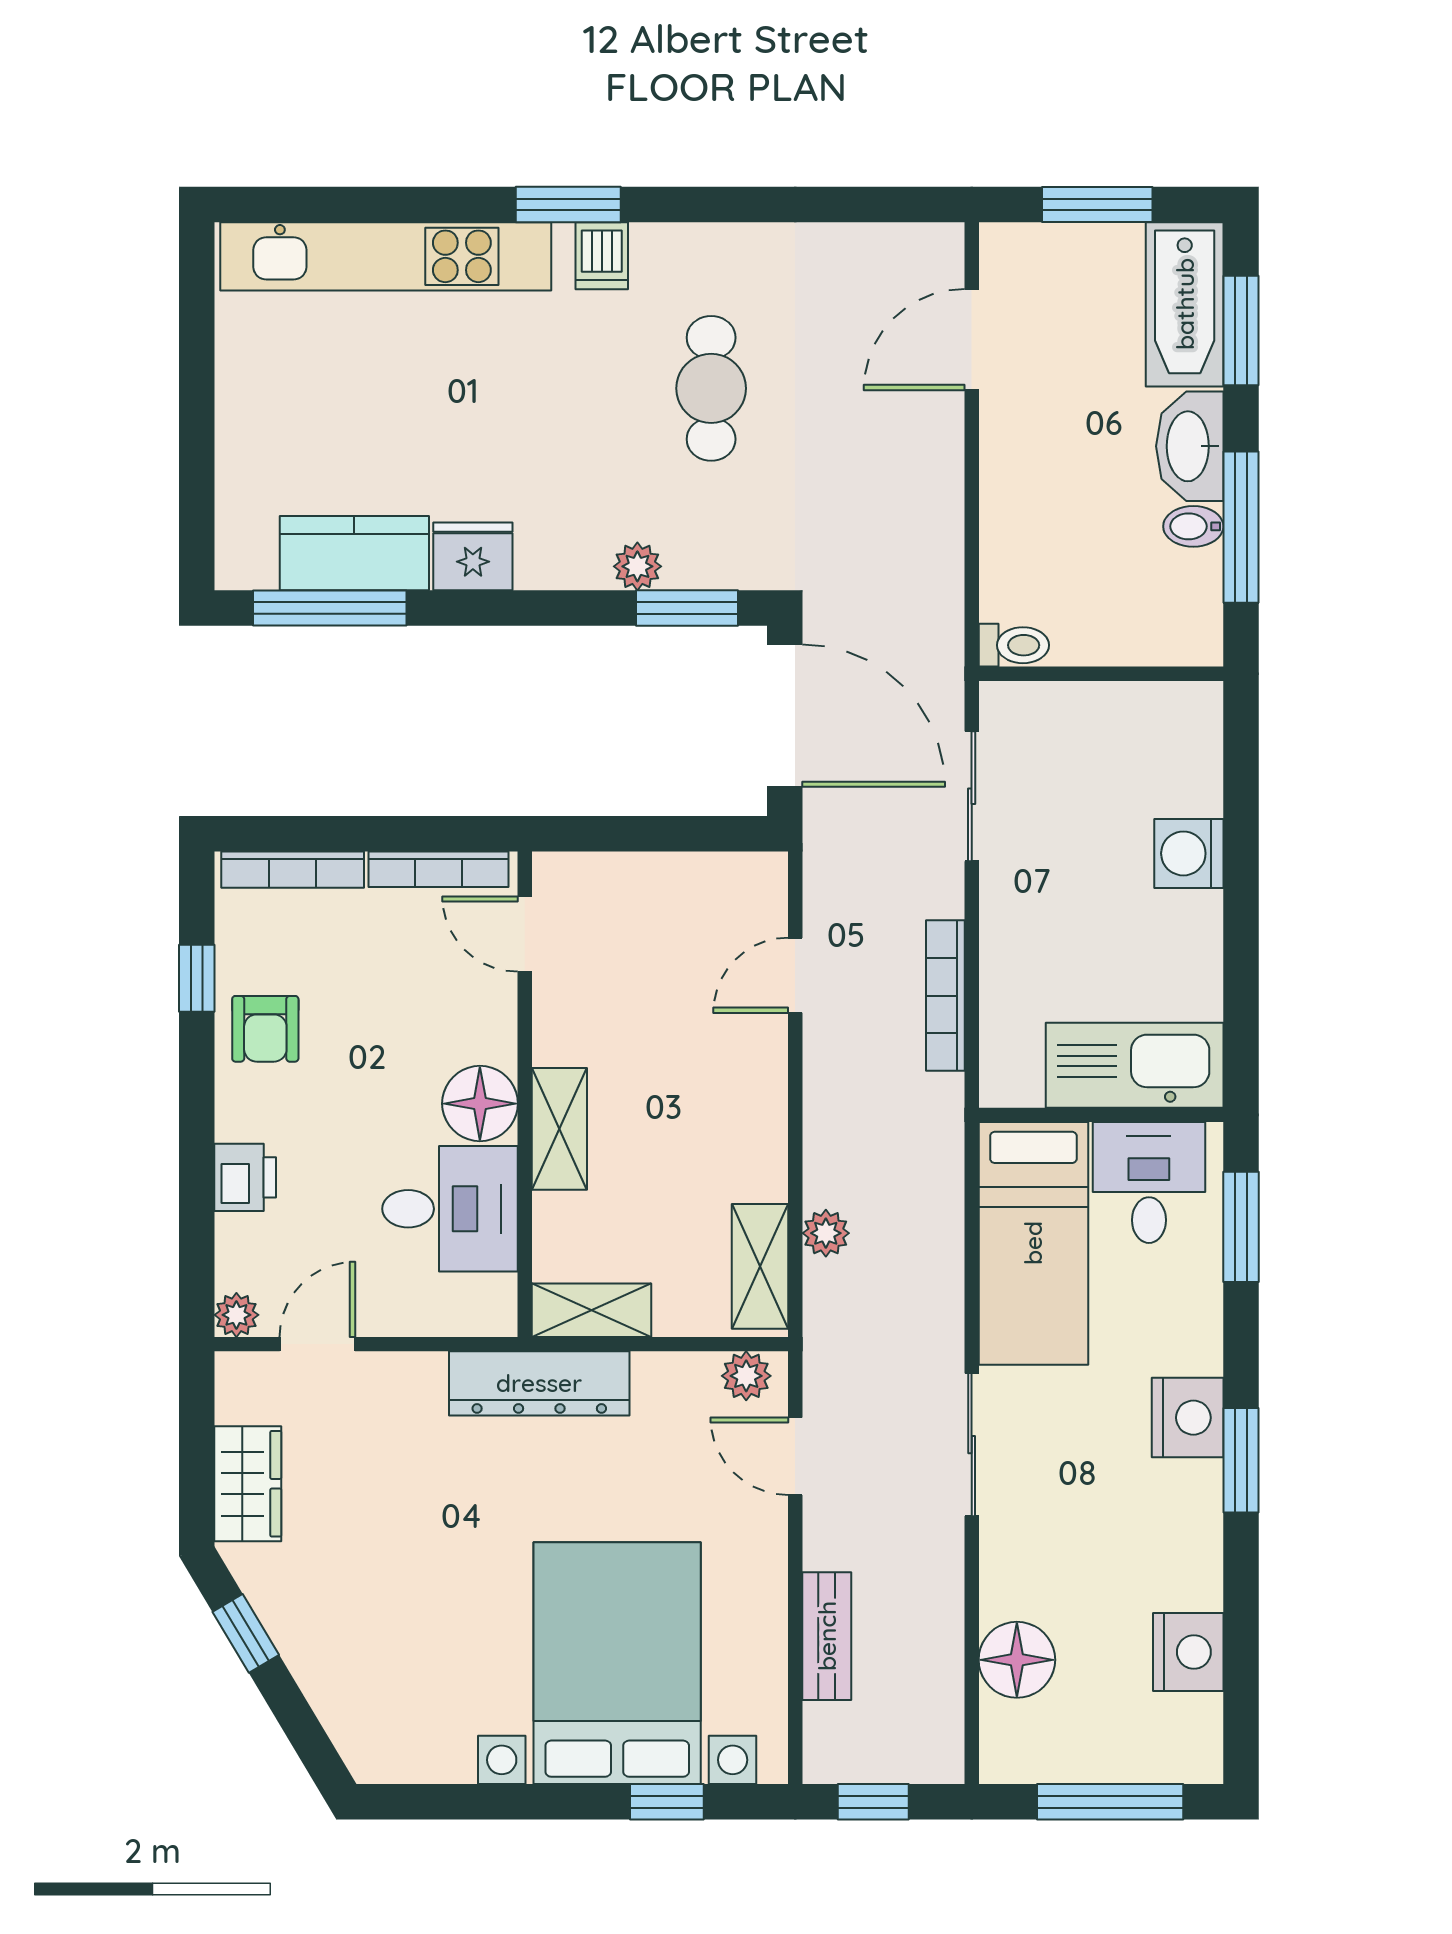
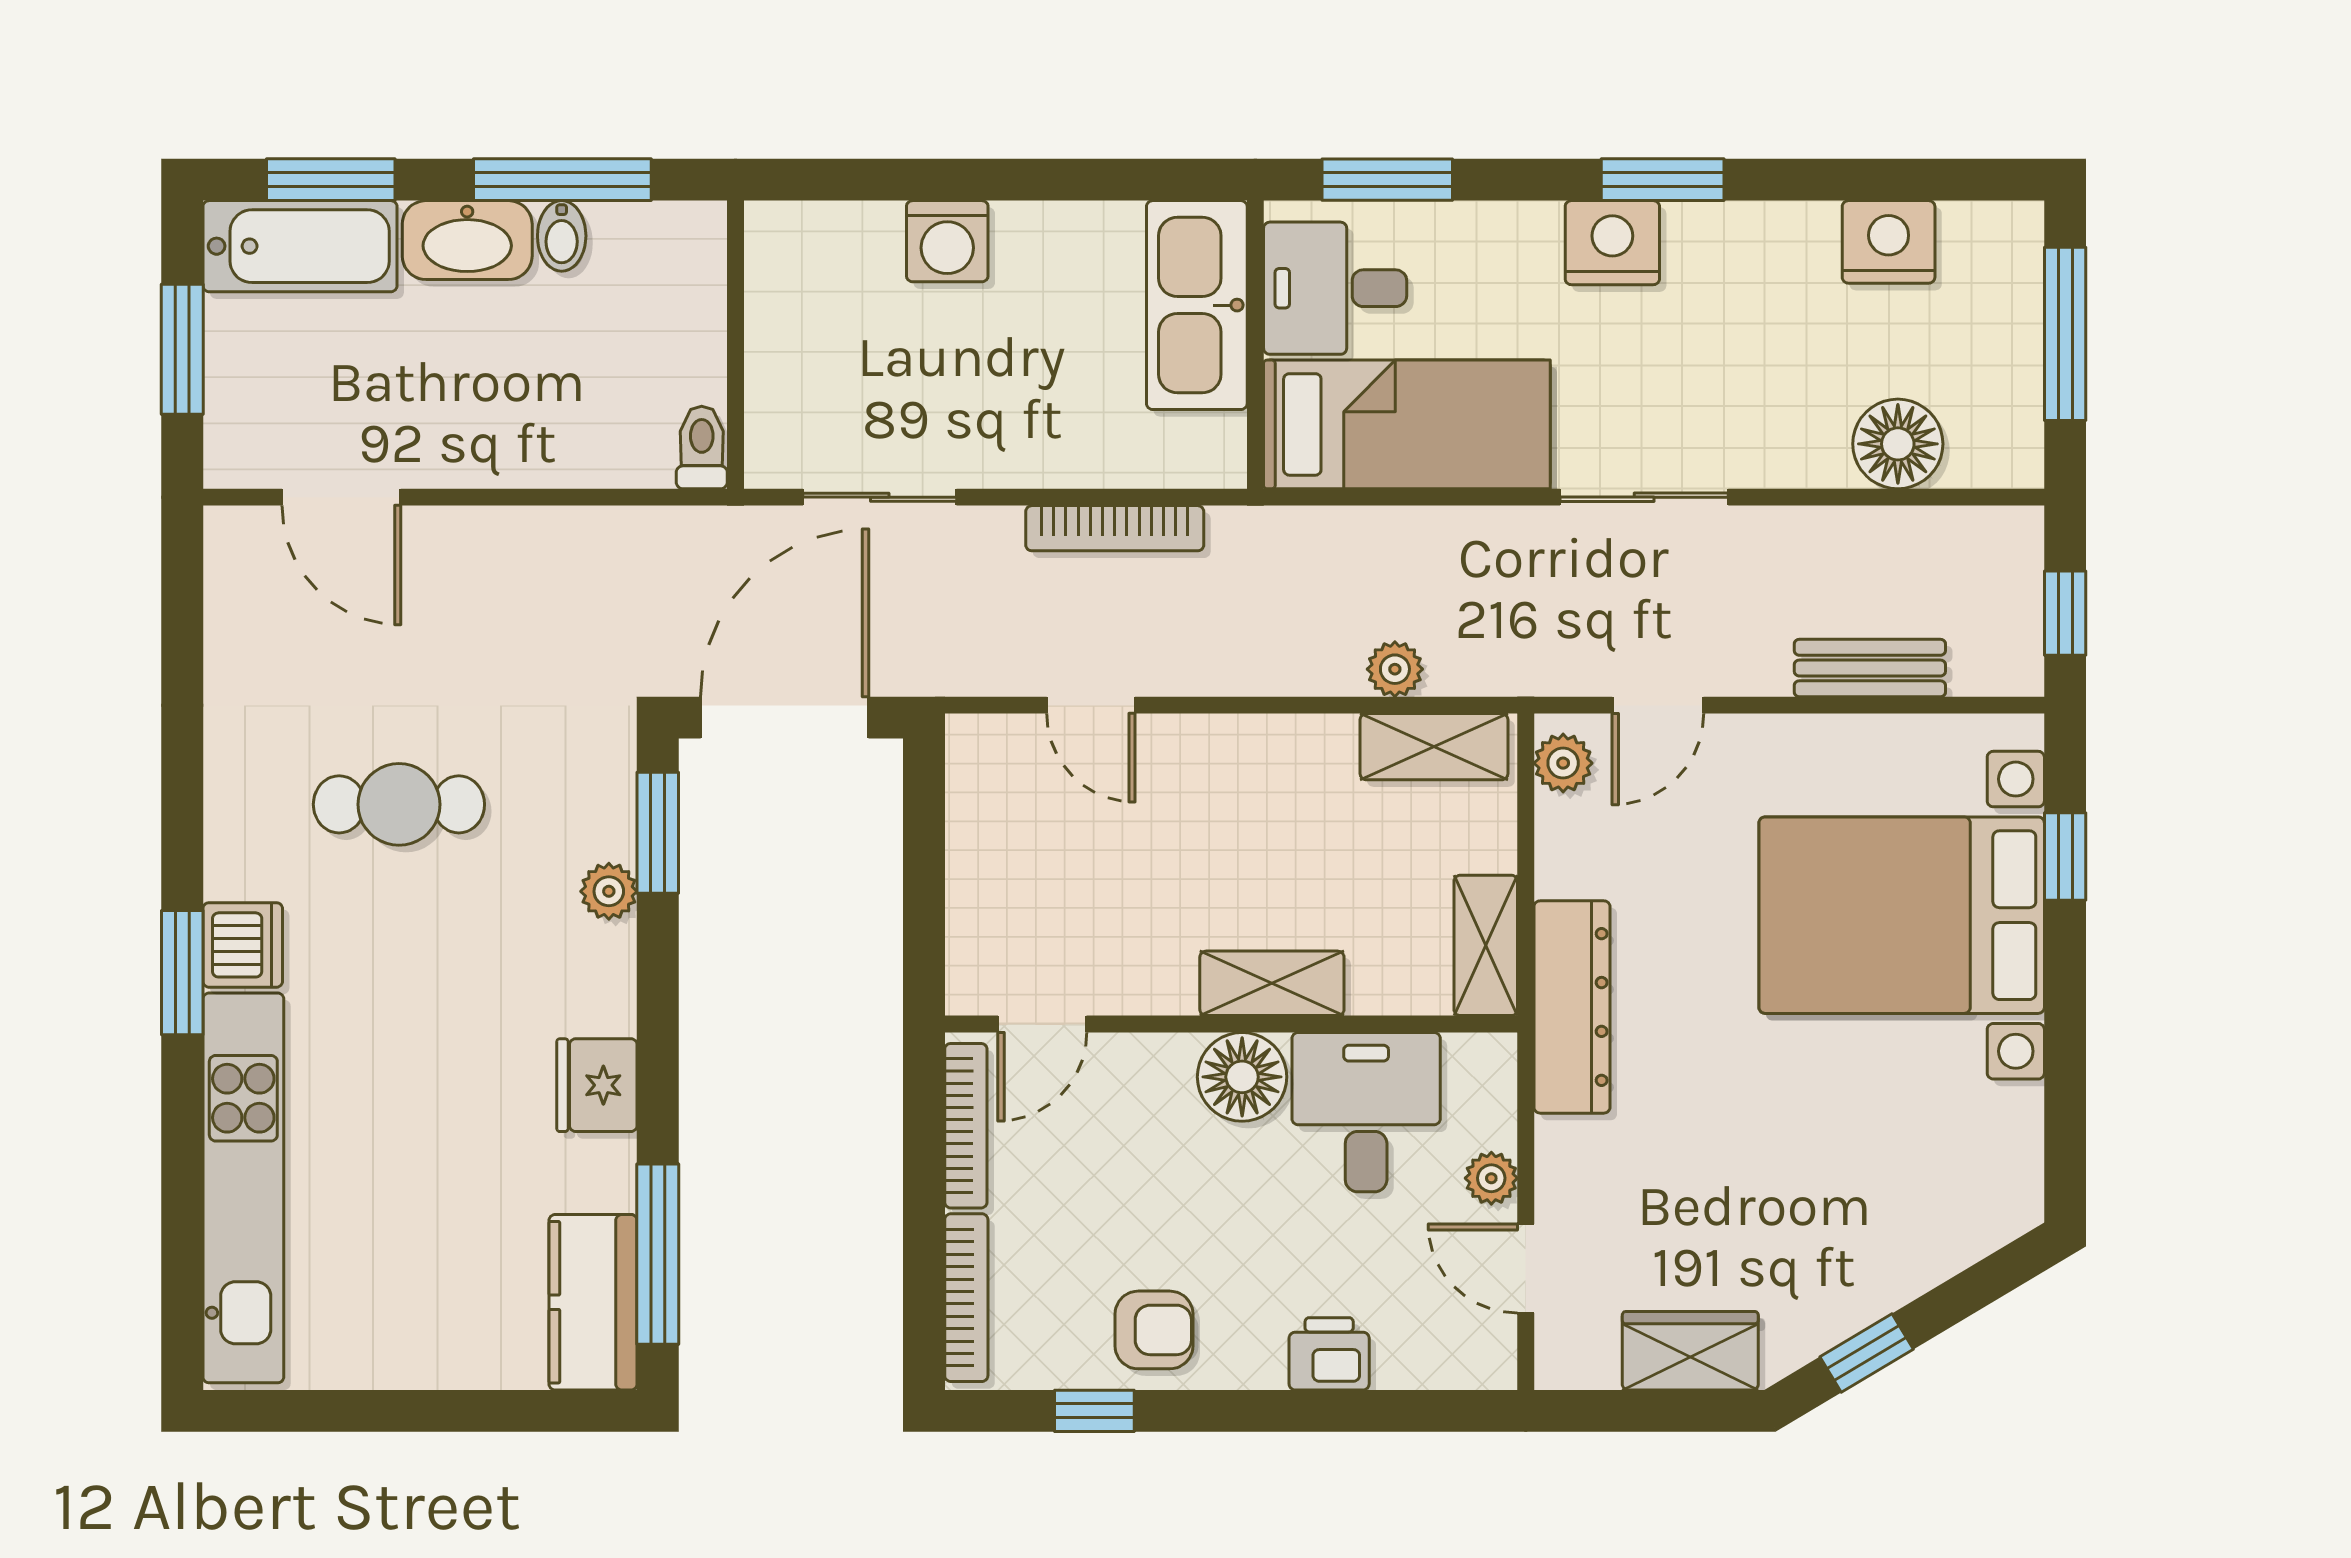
dishwasher: (602, 256) -> (243, 945), width x1.38
kitchen counter: (354, 553) -> (593, 1302), moved
plant: (236, 1315) -> (1491, 1178), moved

